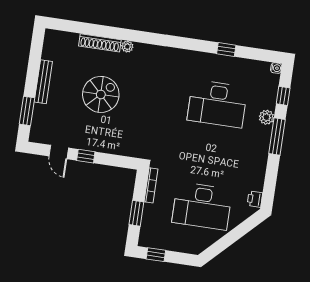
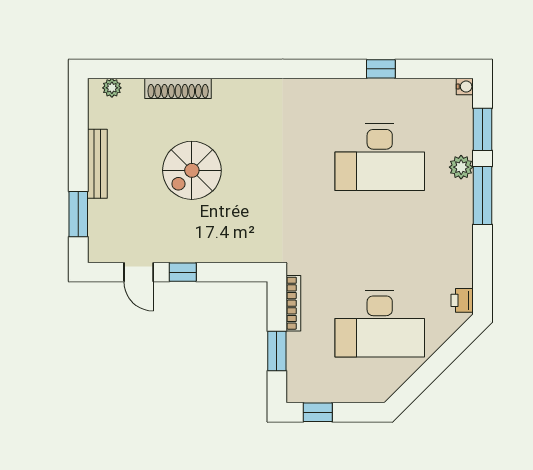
plant: (127, 47) -> (112, 88), moved
spiral stairs: (101, 94) -> (192, 170), turned 180
window: (283, 96) -> (482, 129), width x1.50

